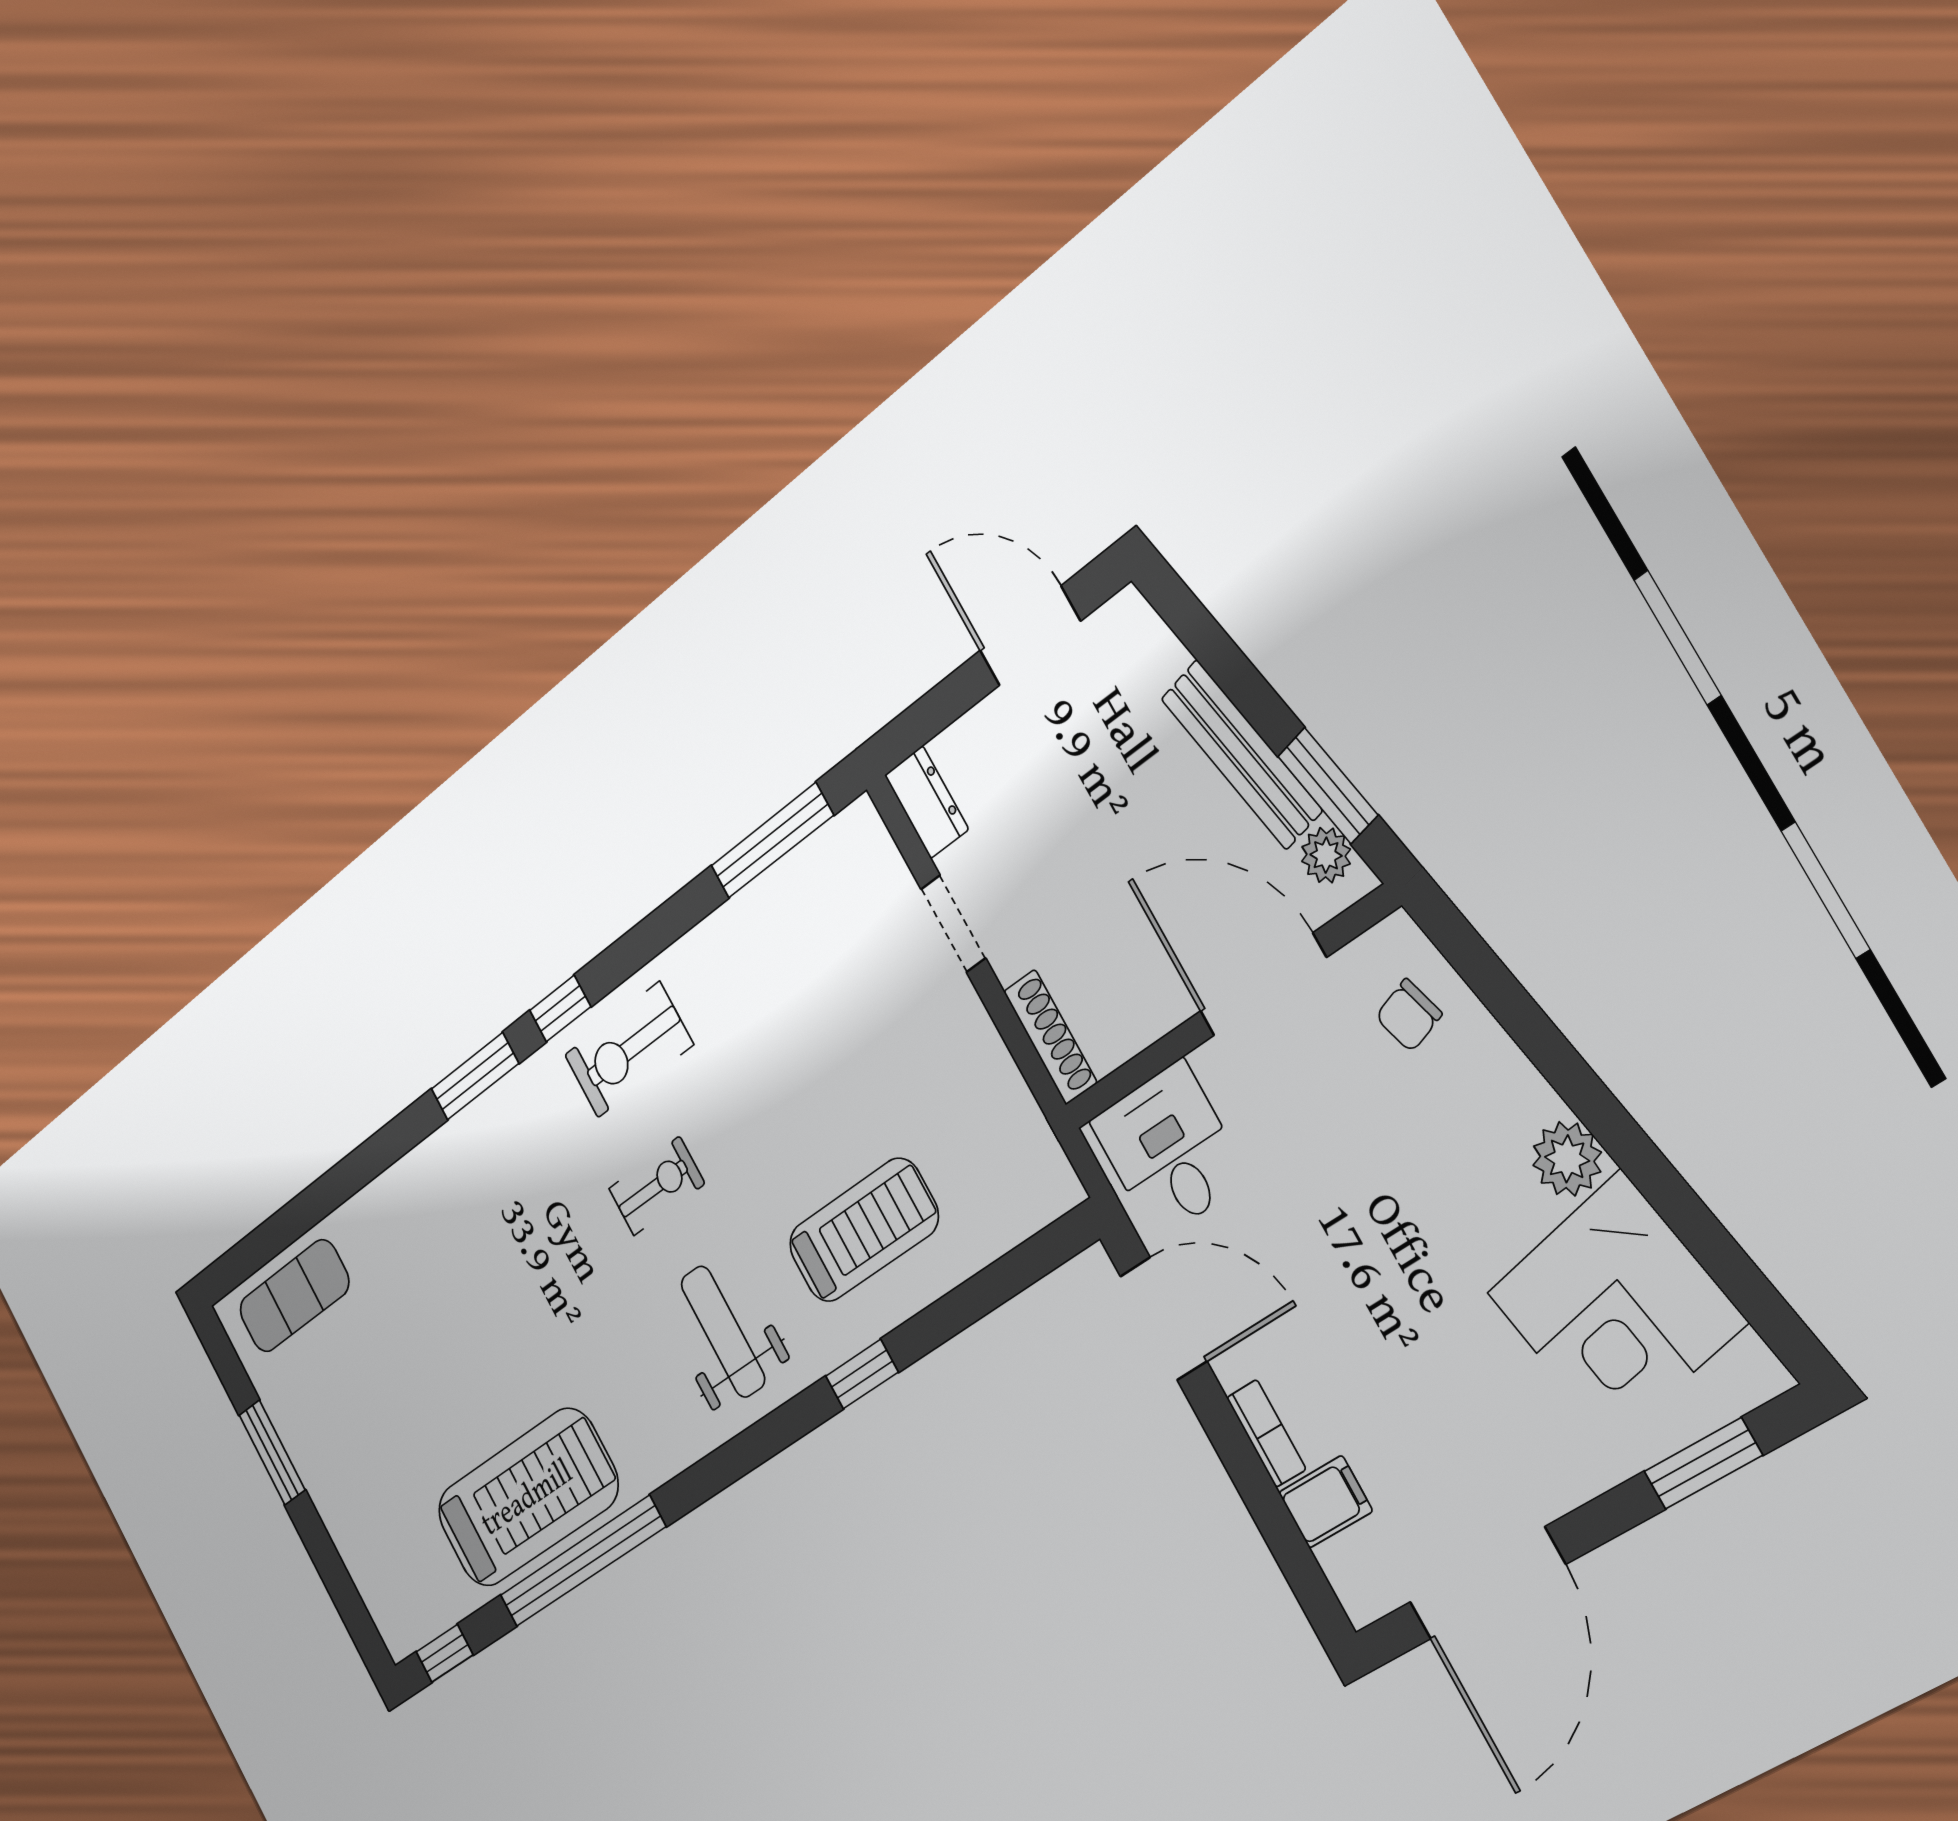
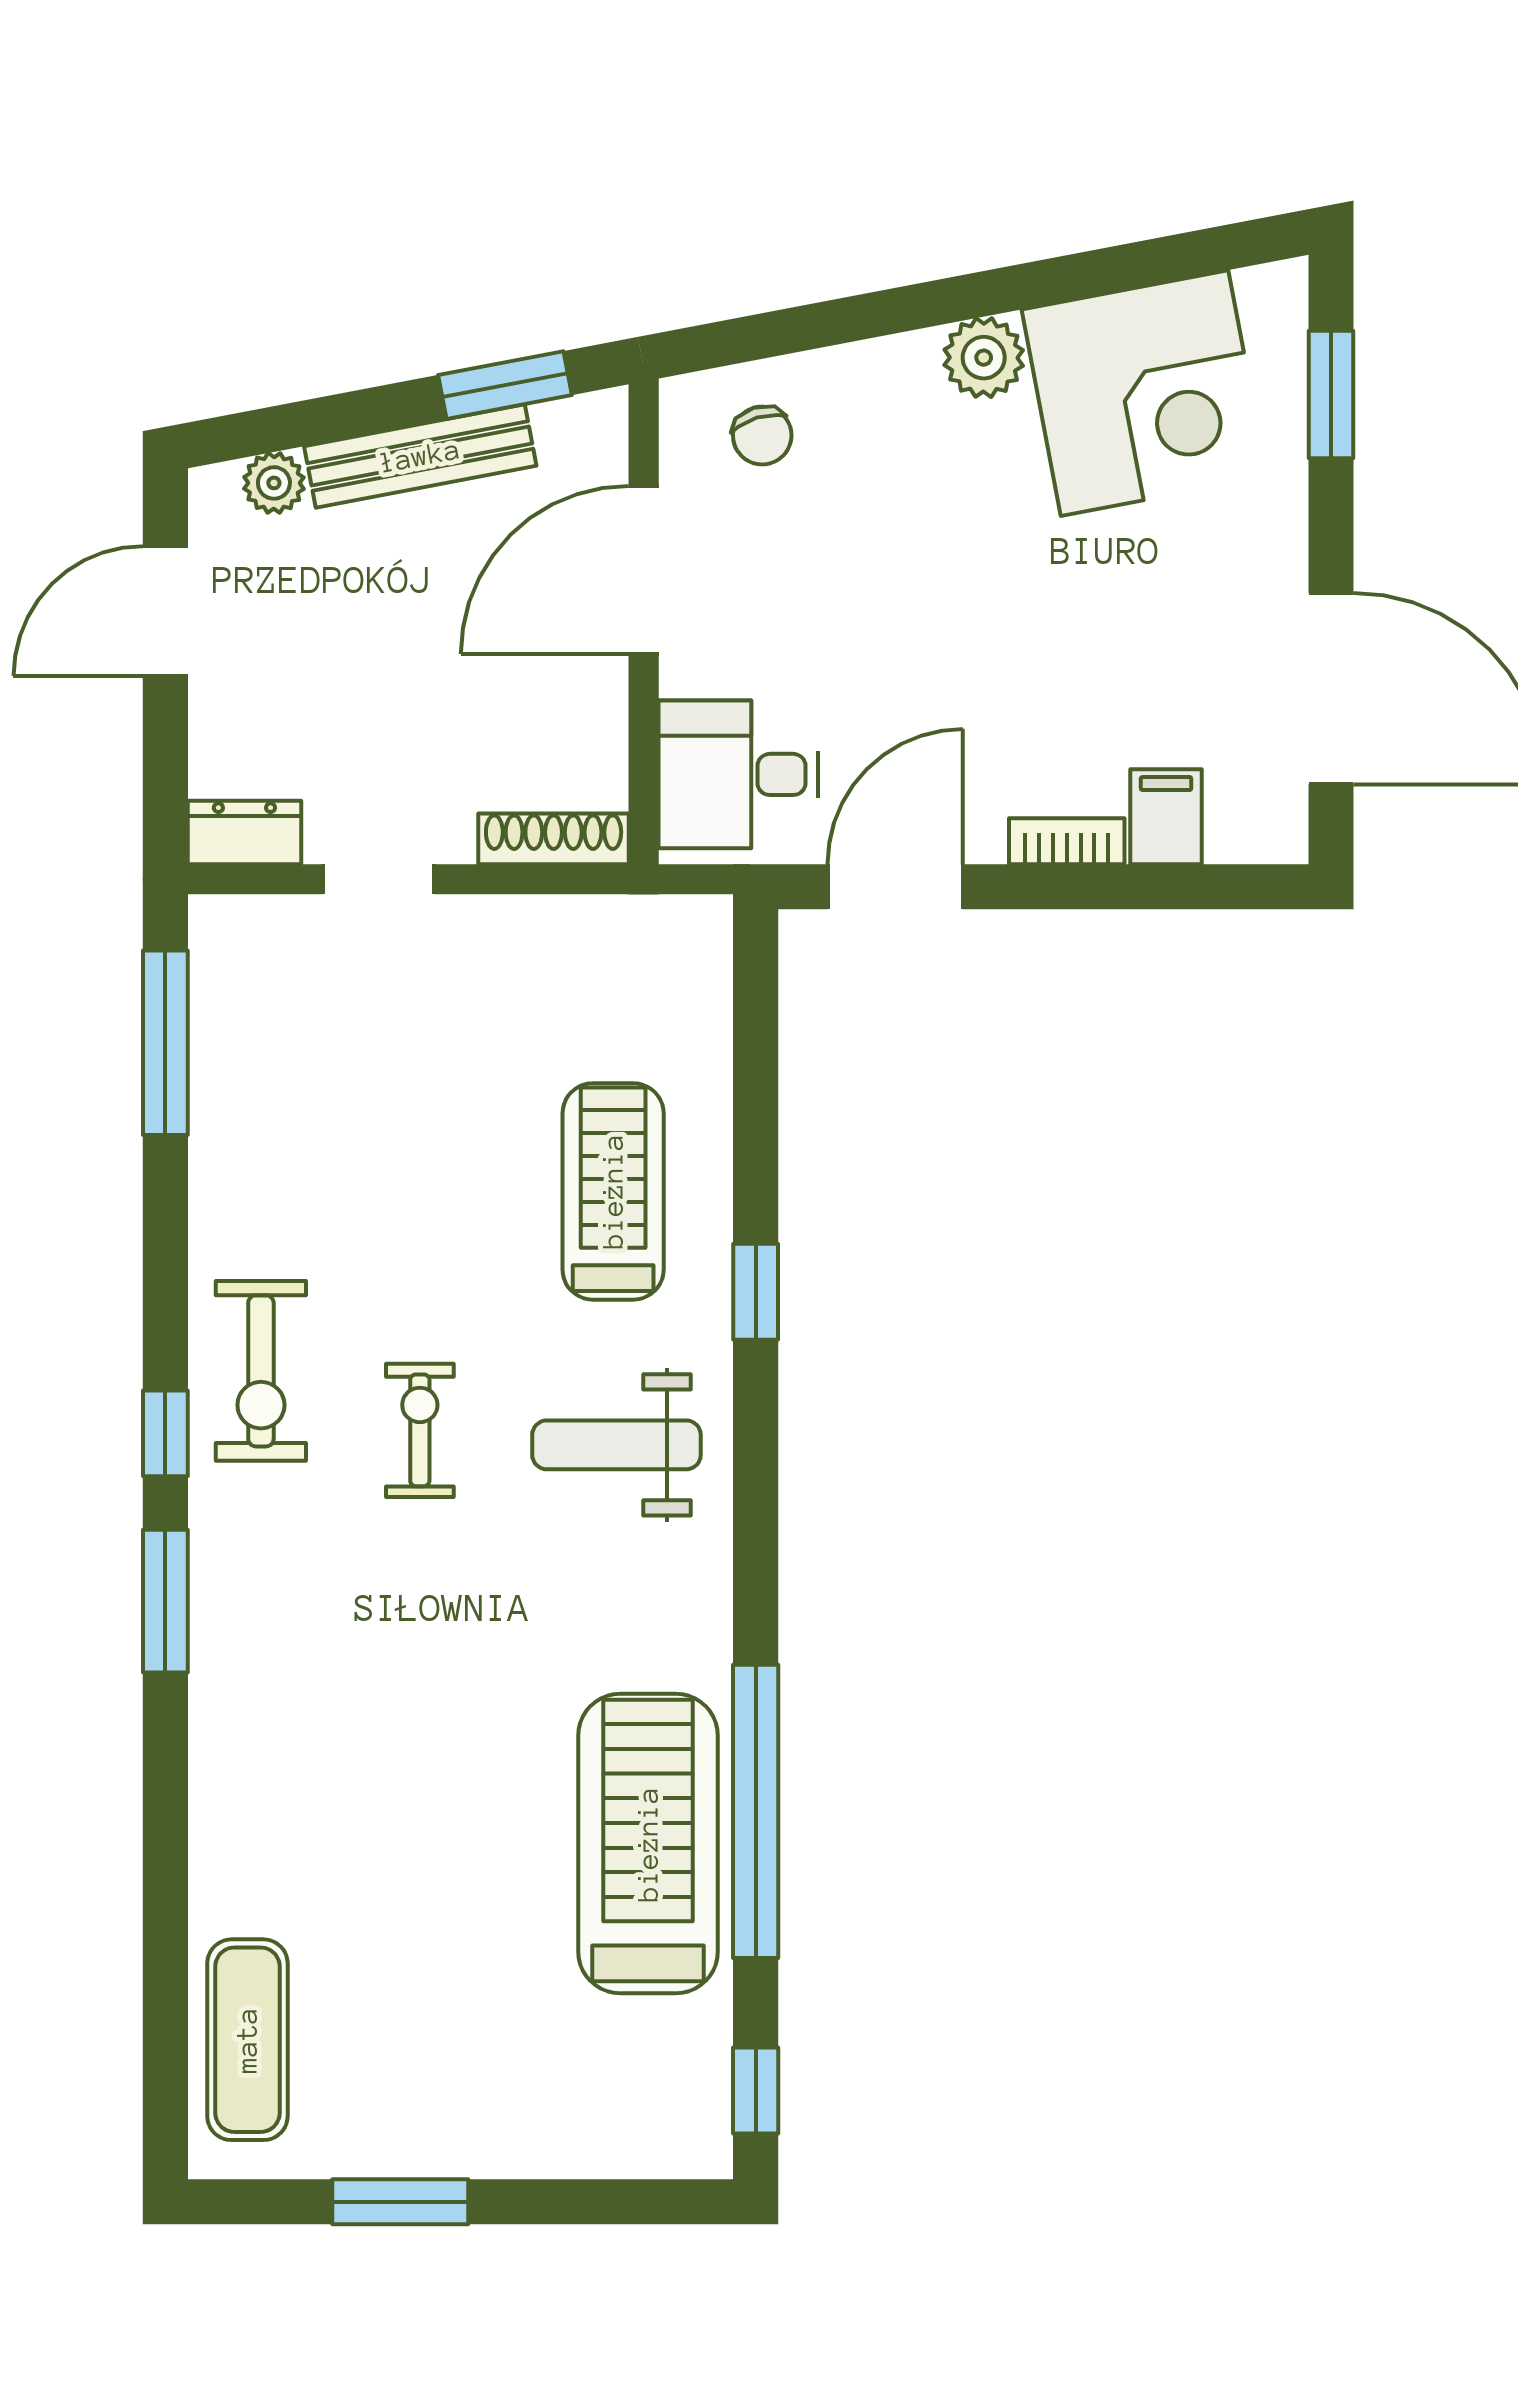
plant: (1326, 855) -> (274, 483), moved

